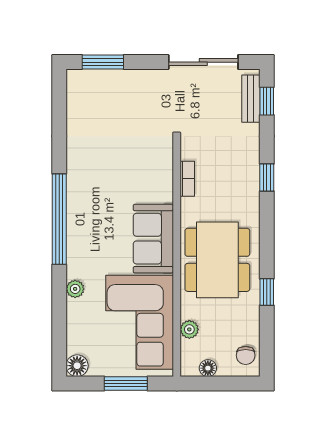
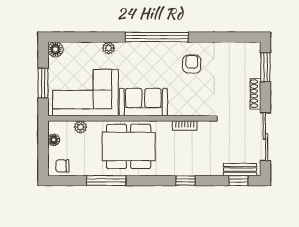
shoe rack: (141, 76) -> (255, 94), added
armchair: (98, 168) -> (192, 64), added
window: (267, 292) -> (106, 181), width x2.17

